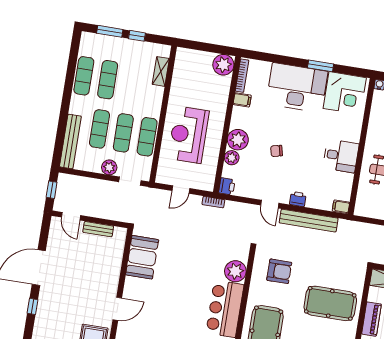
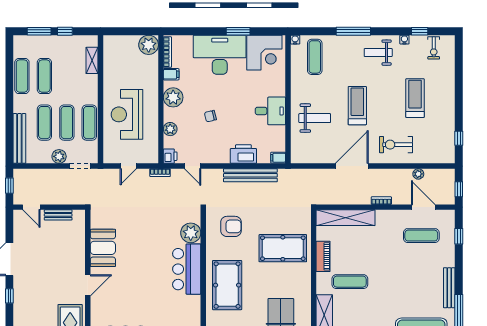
plant: (238, 140) -> (173, 97), moved
printer: (298, 199) -> (243, 154), width x1.87, depth x1.48
door: (270, 204) -> (193, 166), moved
booth: (142, 257) -> (103, 248), moved

